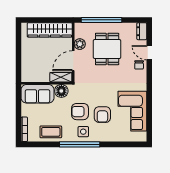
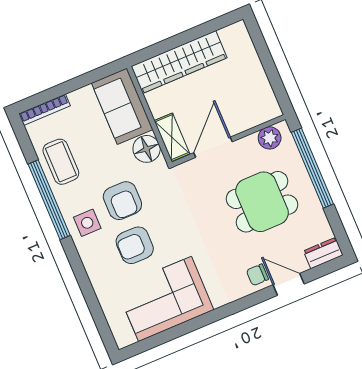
wardrobe: (50, 30) -> (179, 62), moved, turned -90
plant: (80, 44) -> (270, 138), moved
door: (149, 53) -> (289, 284), hinge flipped
door: (73, 61) -> (213, 147), hinge flipped
armchair: (80, 112) -> (122, 201), turned 180
window: (80, 144) -> (49, 200), moved

